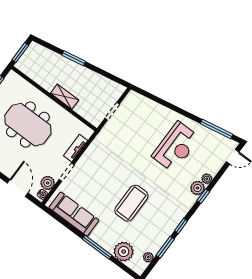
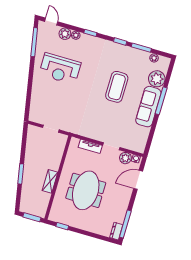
shelving: (65, 97) -> (50, 181), moved
reception desk: (176, 147) -> (60, 69), turned 180
plant: (197, 188) -> (65, 34), moved
coffee table: (131, 203) -> (117, 87), turned 90
sofa: (74, 214) -> (148, 107), moved

